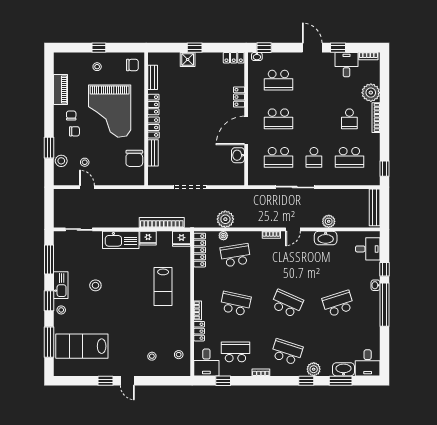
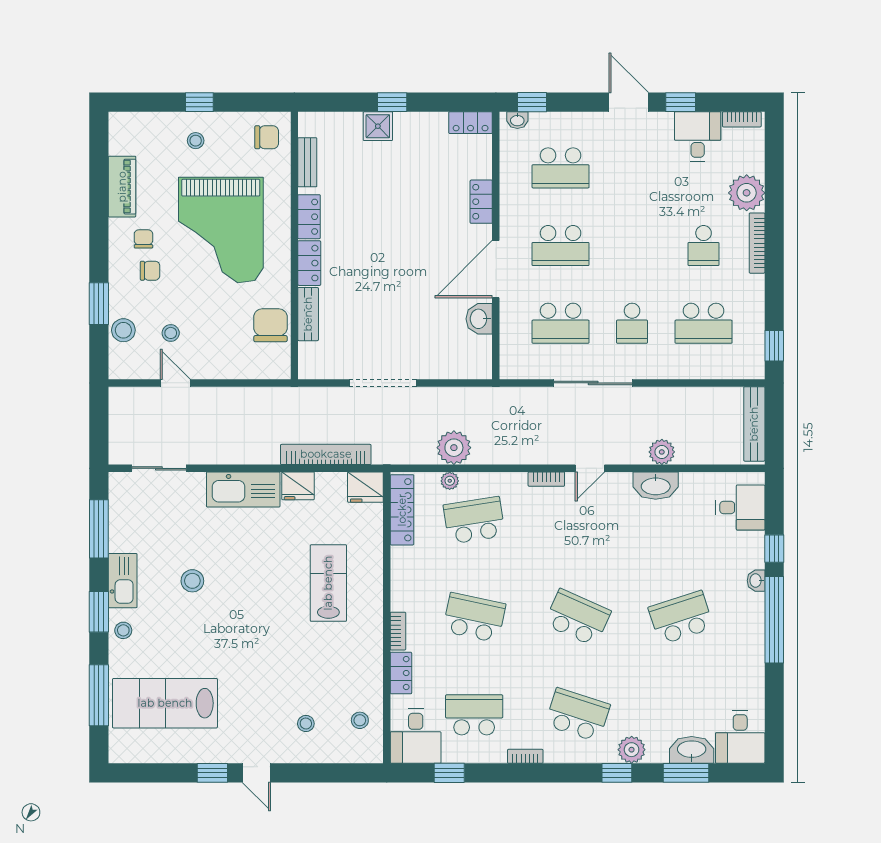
chair: (134, 158) -> (270, 325), turned 180
lab bench: (163, 286) -> (328, 583), turned 180

